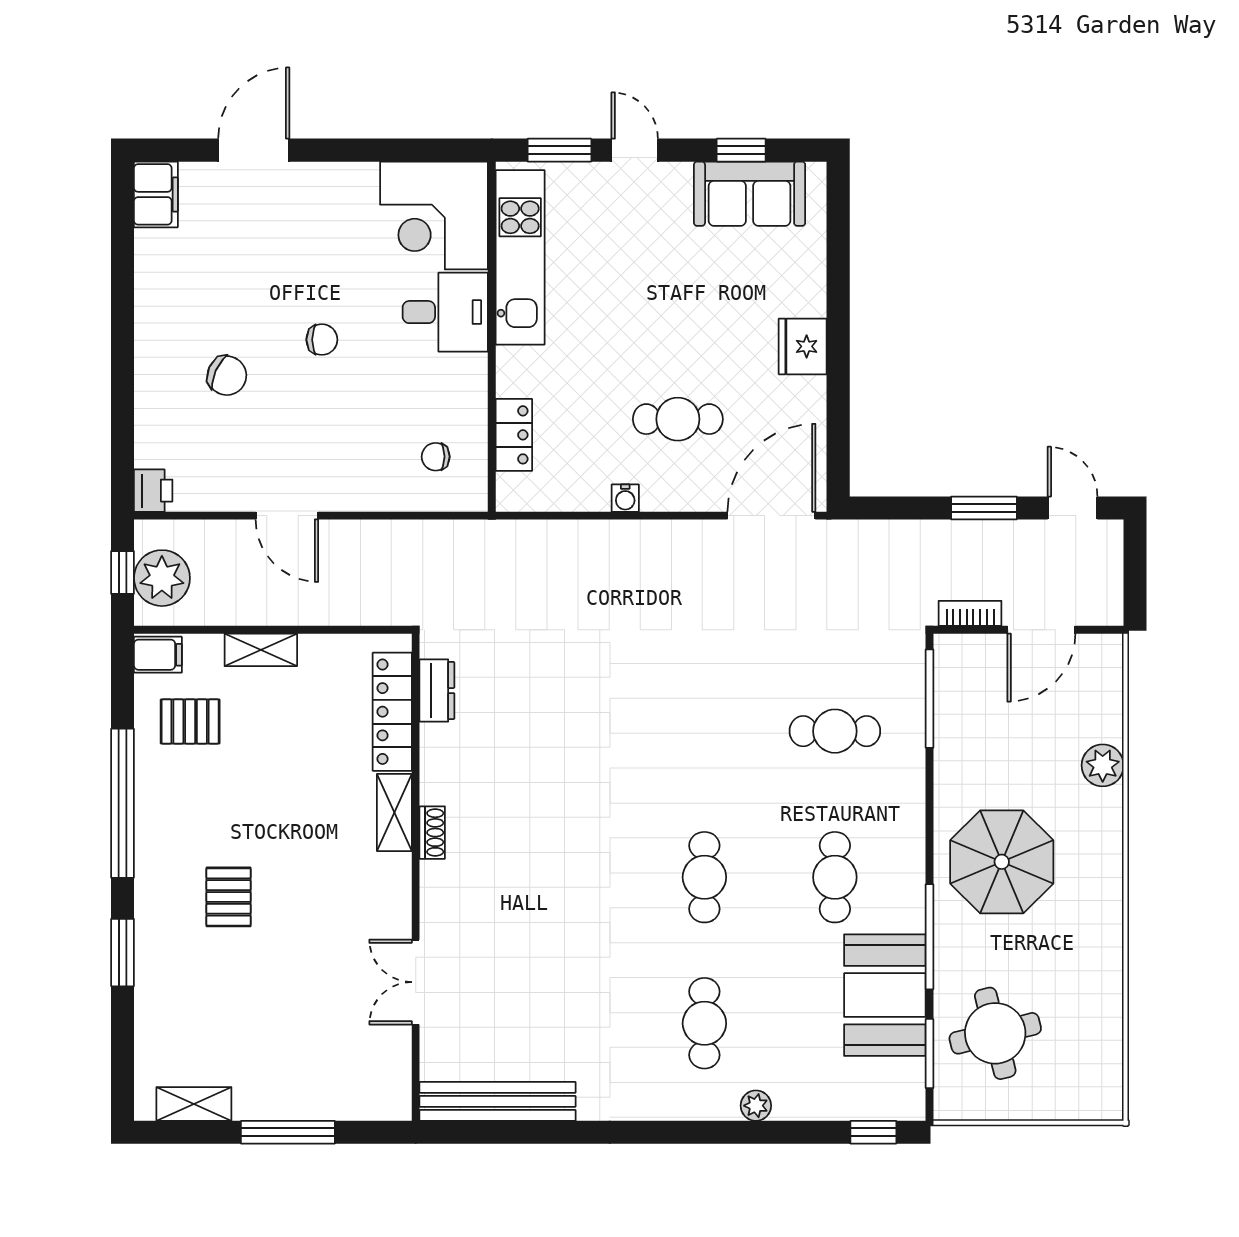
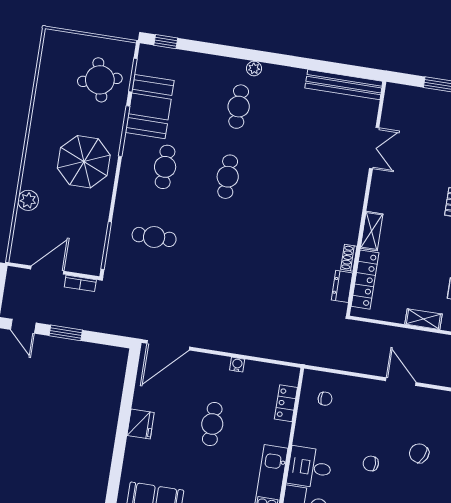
cafe table: (678, 419) -> (212, 424), moved, turned 90
shoe rack: (432, 833) -> (349, 258), moved
plant: (756, 1106) -> (254, 68), moved

